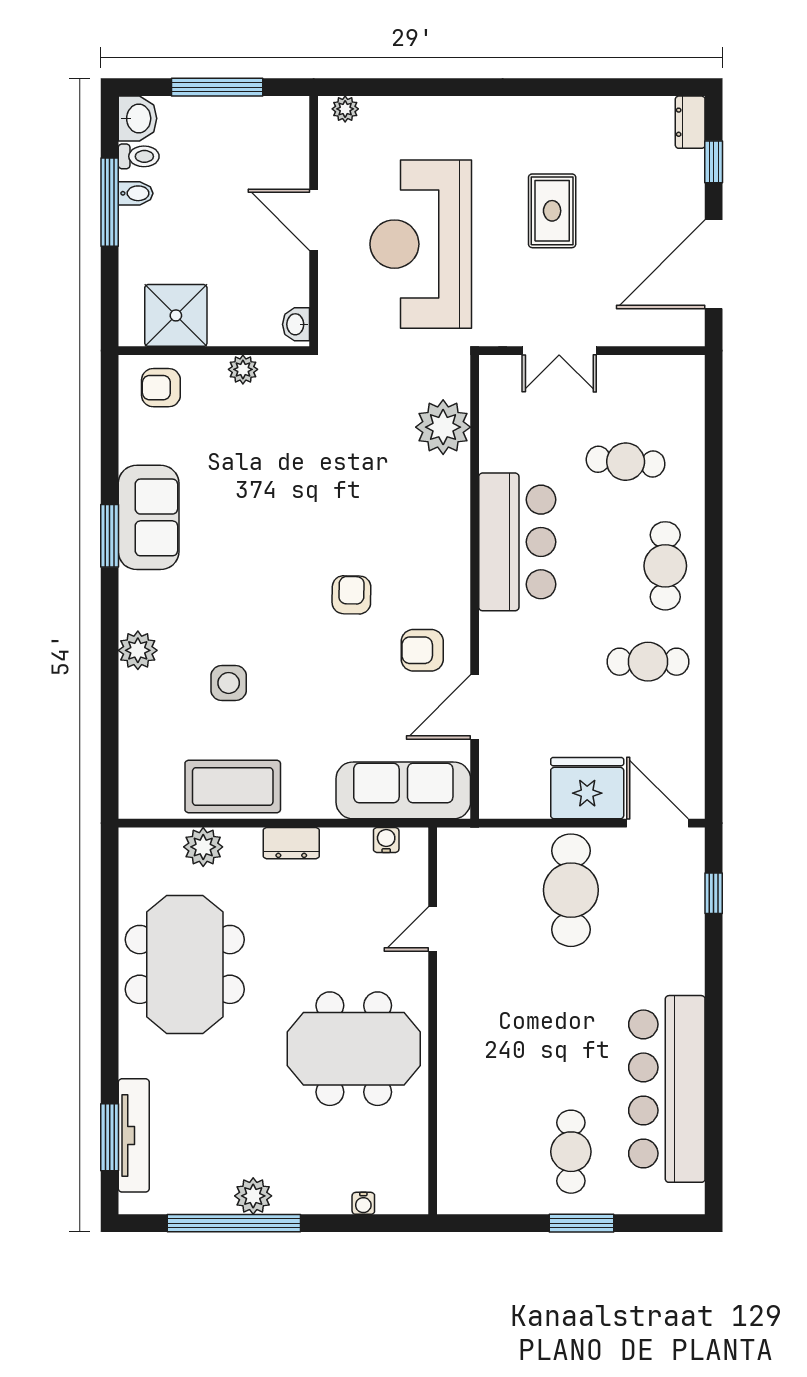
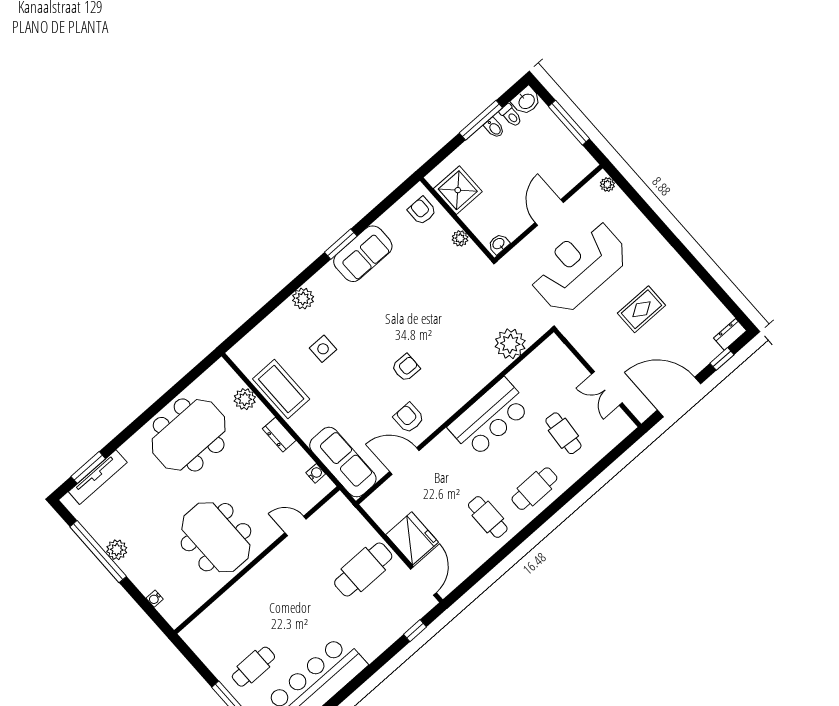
double door: (559, 351) -> (607, 388), moved

